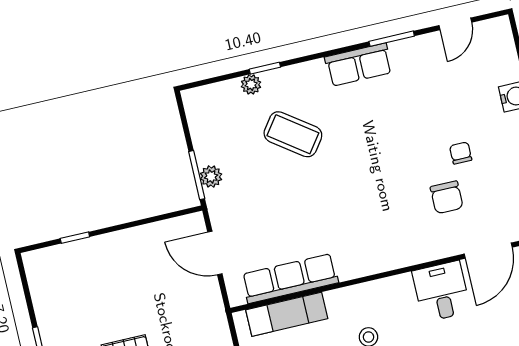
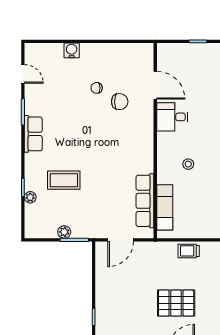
coffee table: (293, 134) -> (64, 180), turned 54
plant: (211, 177) -> (64, 232), moved

